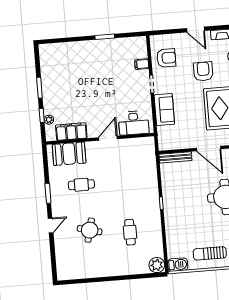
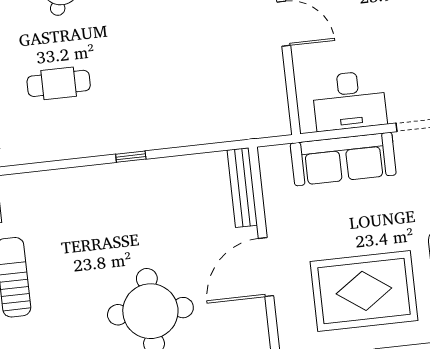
sofa: (164, 110) -> (343, 159), width x1.36
desk: (134, 123) -> (349, 101), moved, turned -90

